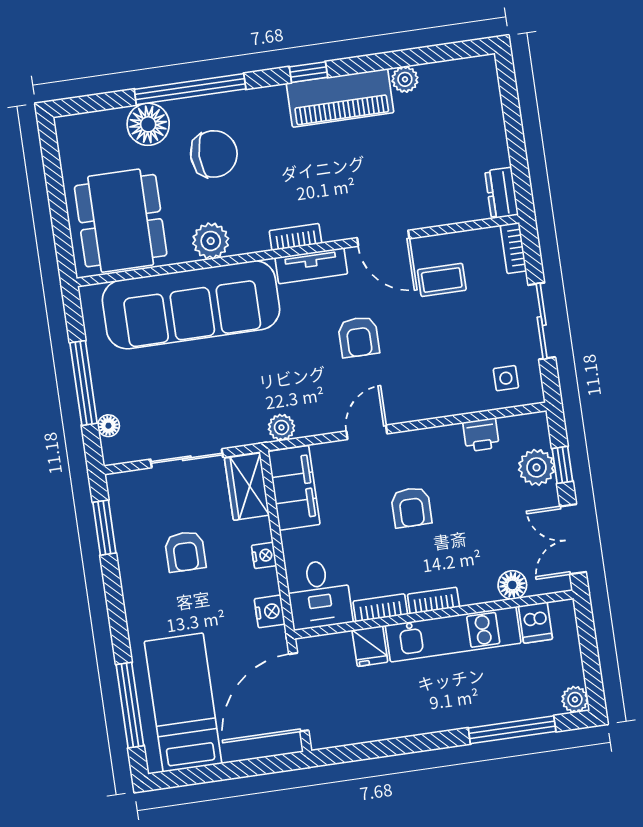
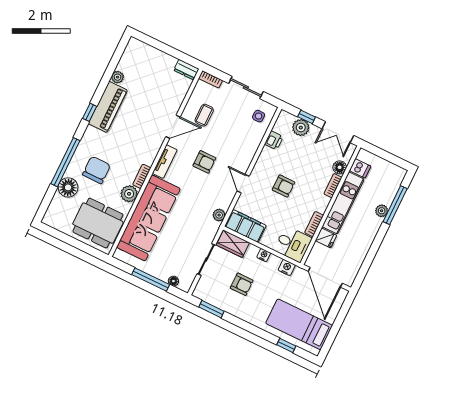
bookcase: (295, 237) -> (142, 176), moved
bookcase: (433, 601) -> (333, 186), moved
plant: (575, 699) -> (382, 211), moved
window: (130, 705) -> (286, 345), width x0.46

